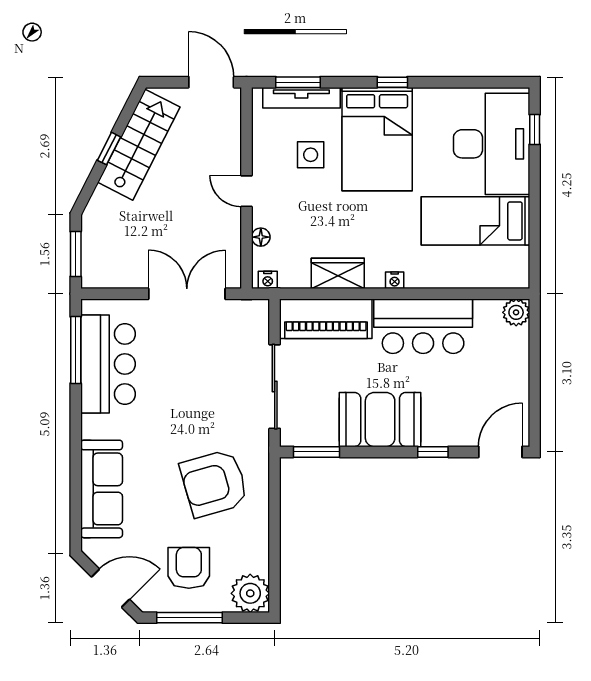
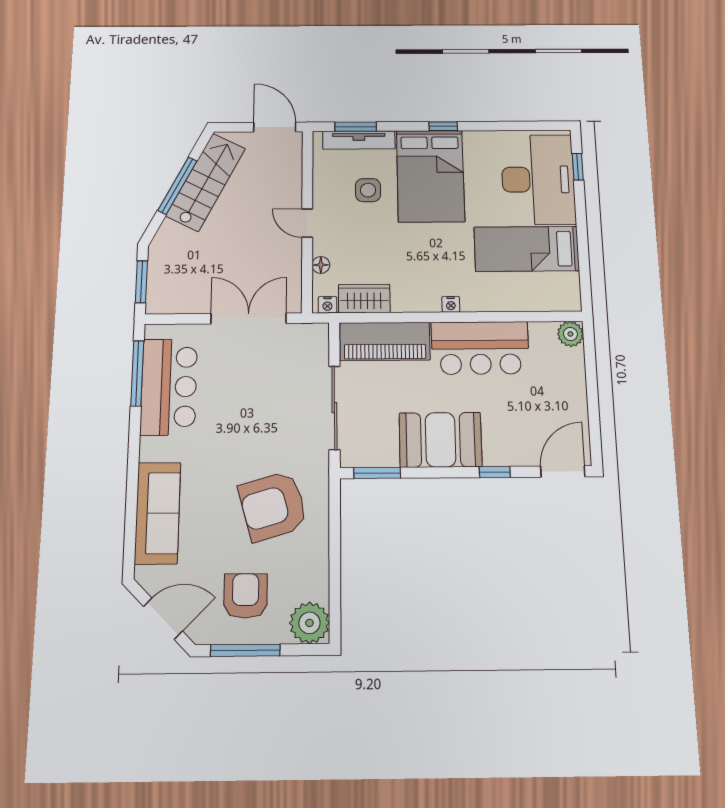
window: (109, 149) -> (177, 186), width x2.17
wardrobe: (338, 273) -> (364, 298), moved

